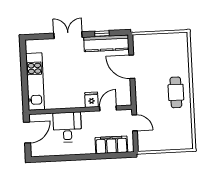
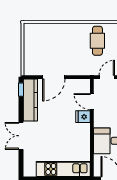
window: (102, 34) -> (21, 90), moved
cafe table: (176, 92) -> (97, 41), moved, turned 90

